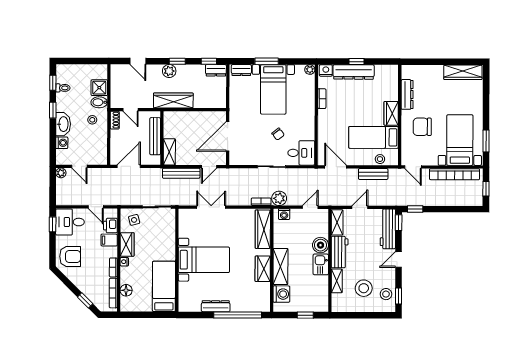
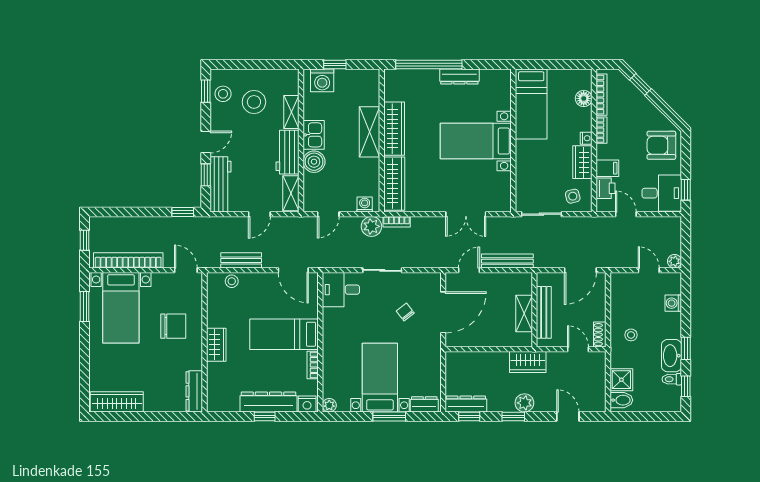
dresser: (216, 70) -> (466, 404), width x1.44
dresser: (407, 94) -> (194, 391), moved
wardrobe: (173, 100) -> (528, 362), width x0.67
bidet: (99, 102) -> (621, 400), moved
washbasin: (63, 124) -> (672, 356), moved
chair: (278, 134) -> (405, 312), moved
bed: (373, 137) -> (284, 334), moved, turned 180
shelving: (169, 152) -> (524, 313), moved
window: (399, 223) -> (206, 175), moved
wardrobe: (263, 269) -> (394, 129), width x1.50
washing machine: (281, 294) -> (322, 80), moved, turned -90

